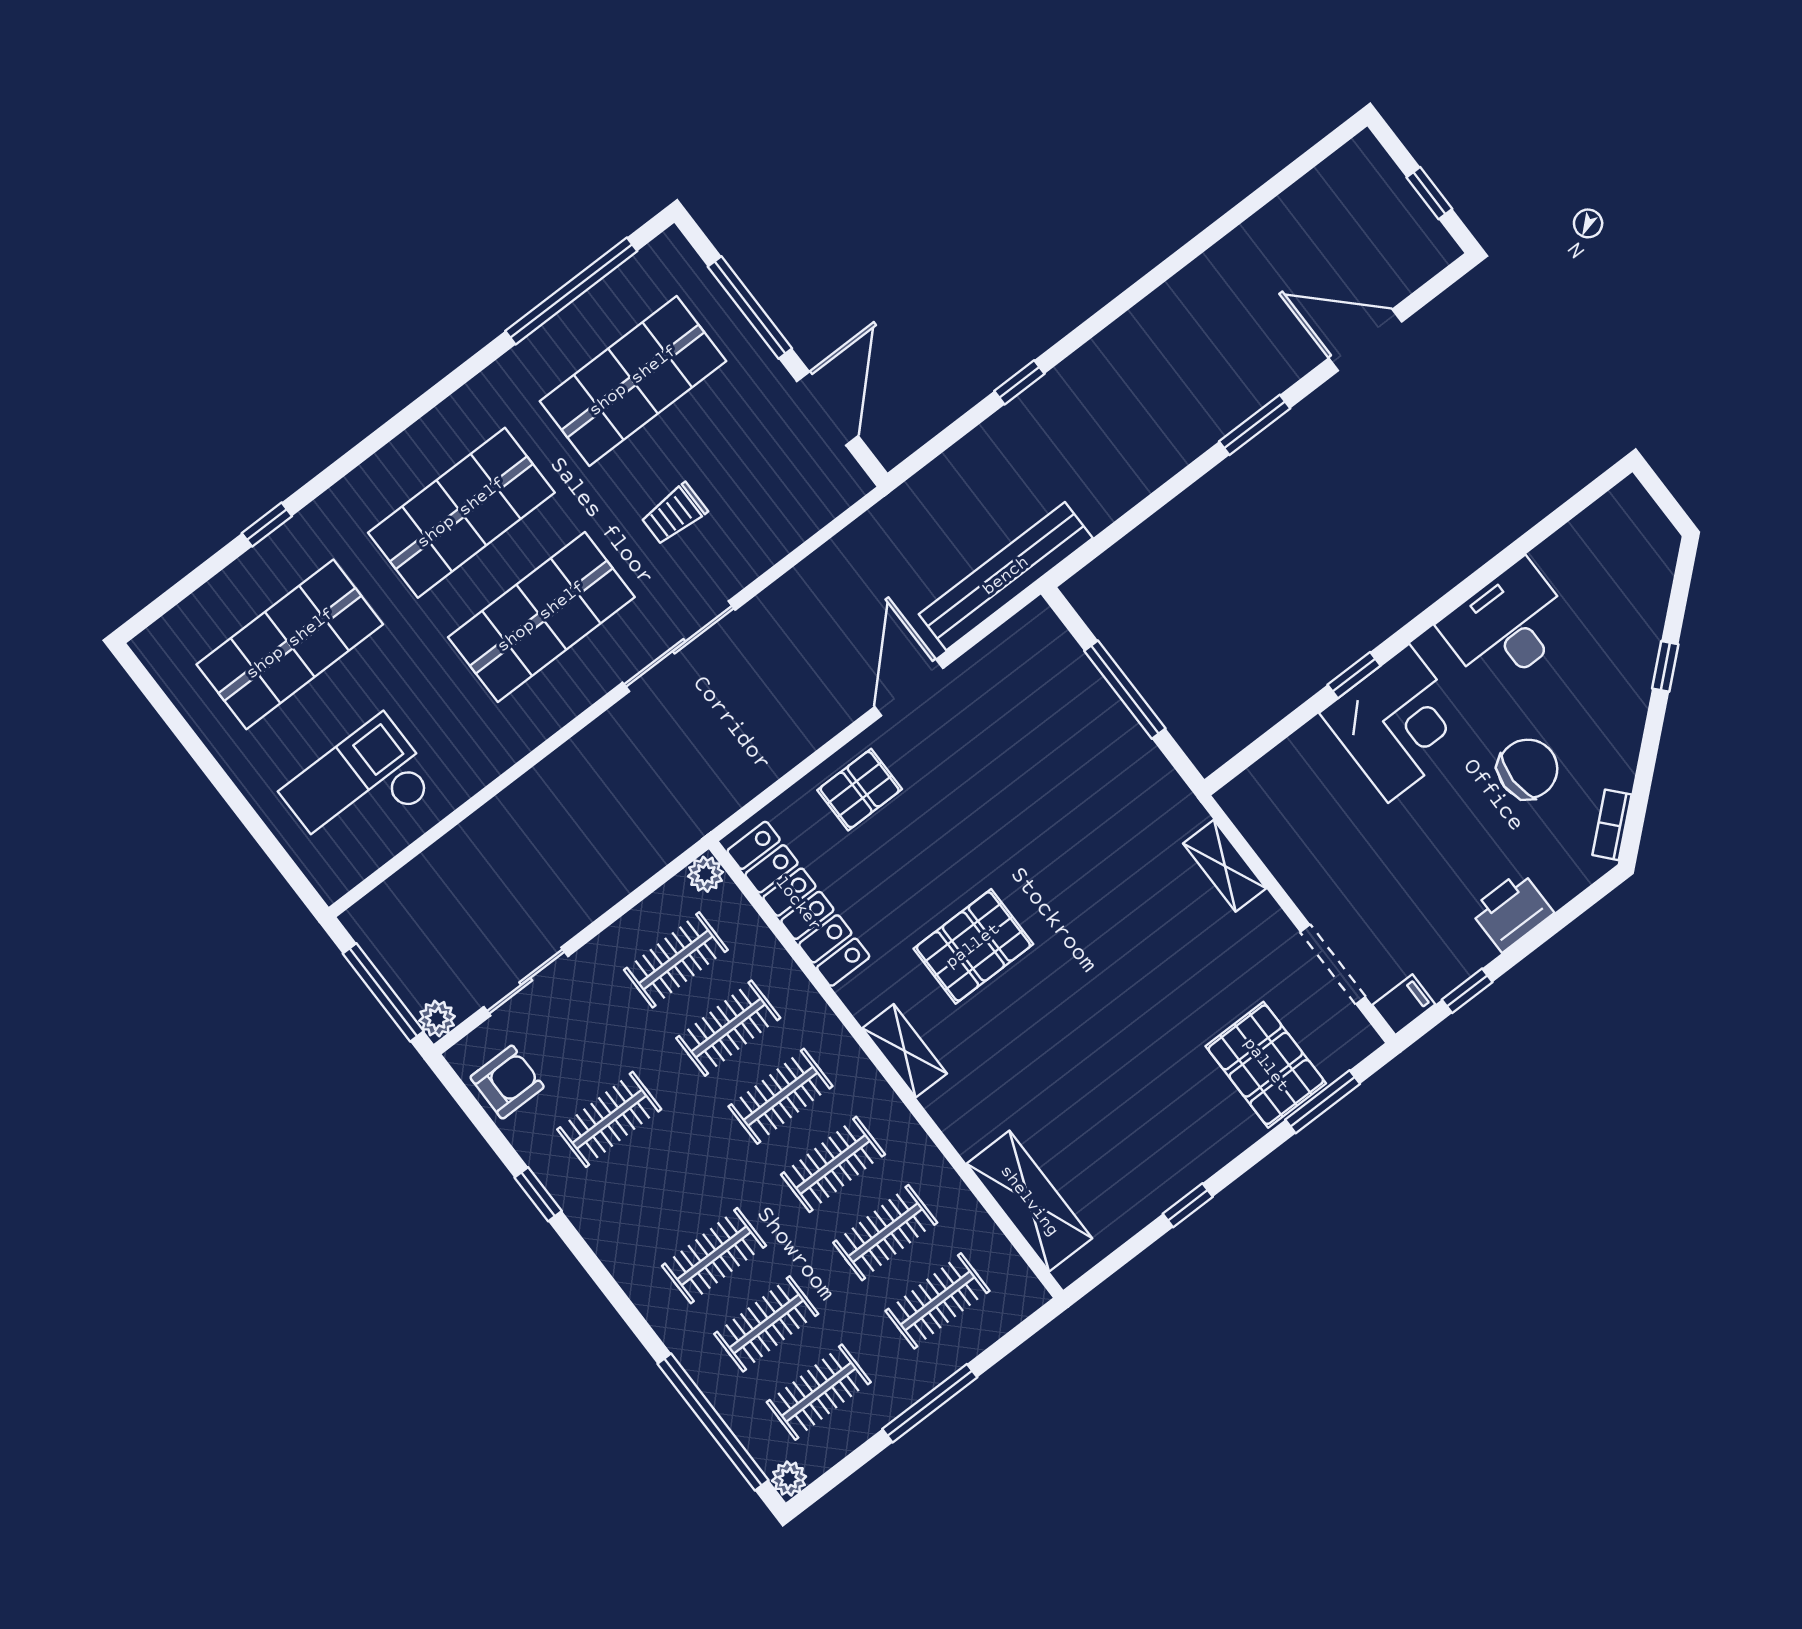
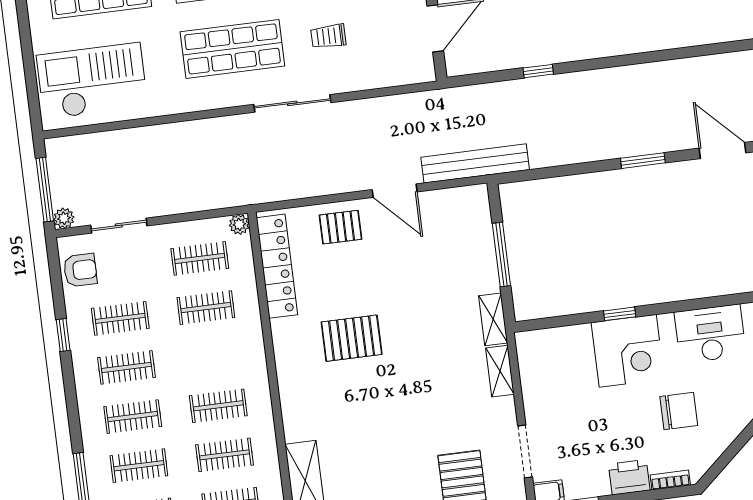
door: (909, 688) -> (395, 191), swing flipped
checkout: (359, 788) -> (92, 81), width x1.36, depth x1.21
bookcase: (1612, 825) -> (670, 480), moved, turned 41
shelving: (905, 1051) -> (493, 319), moved
clothes rail: (781, 1096) -> (126, 367), moved

